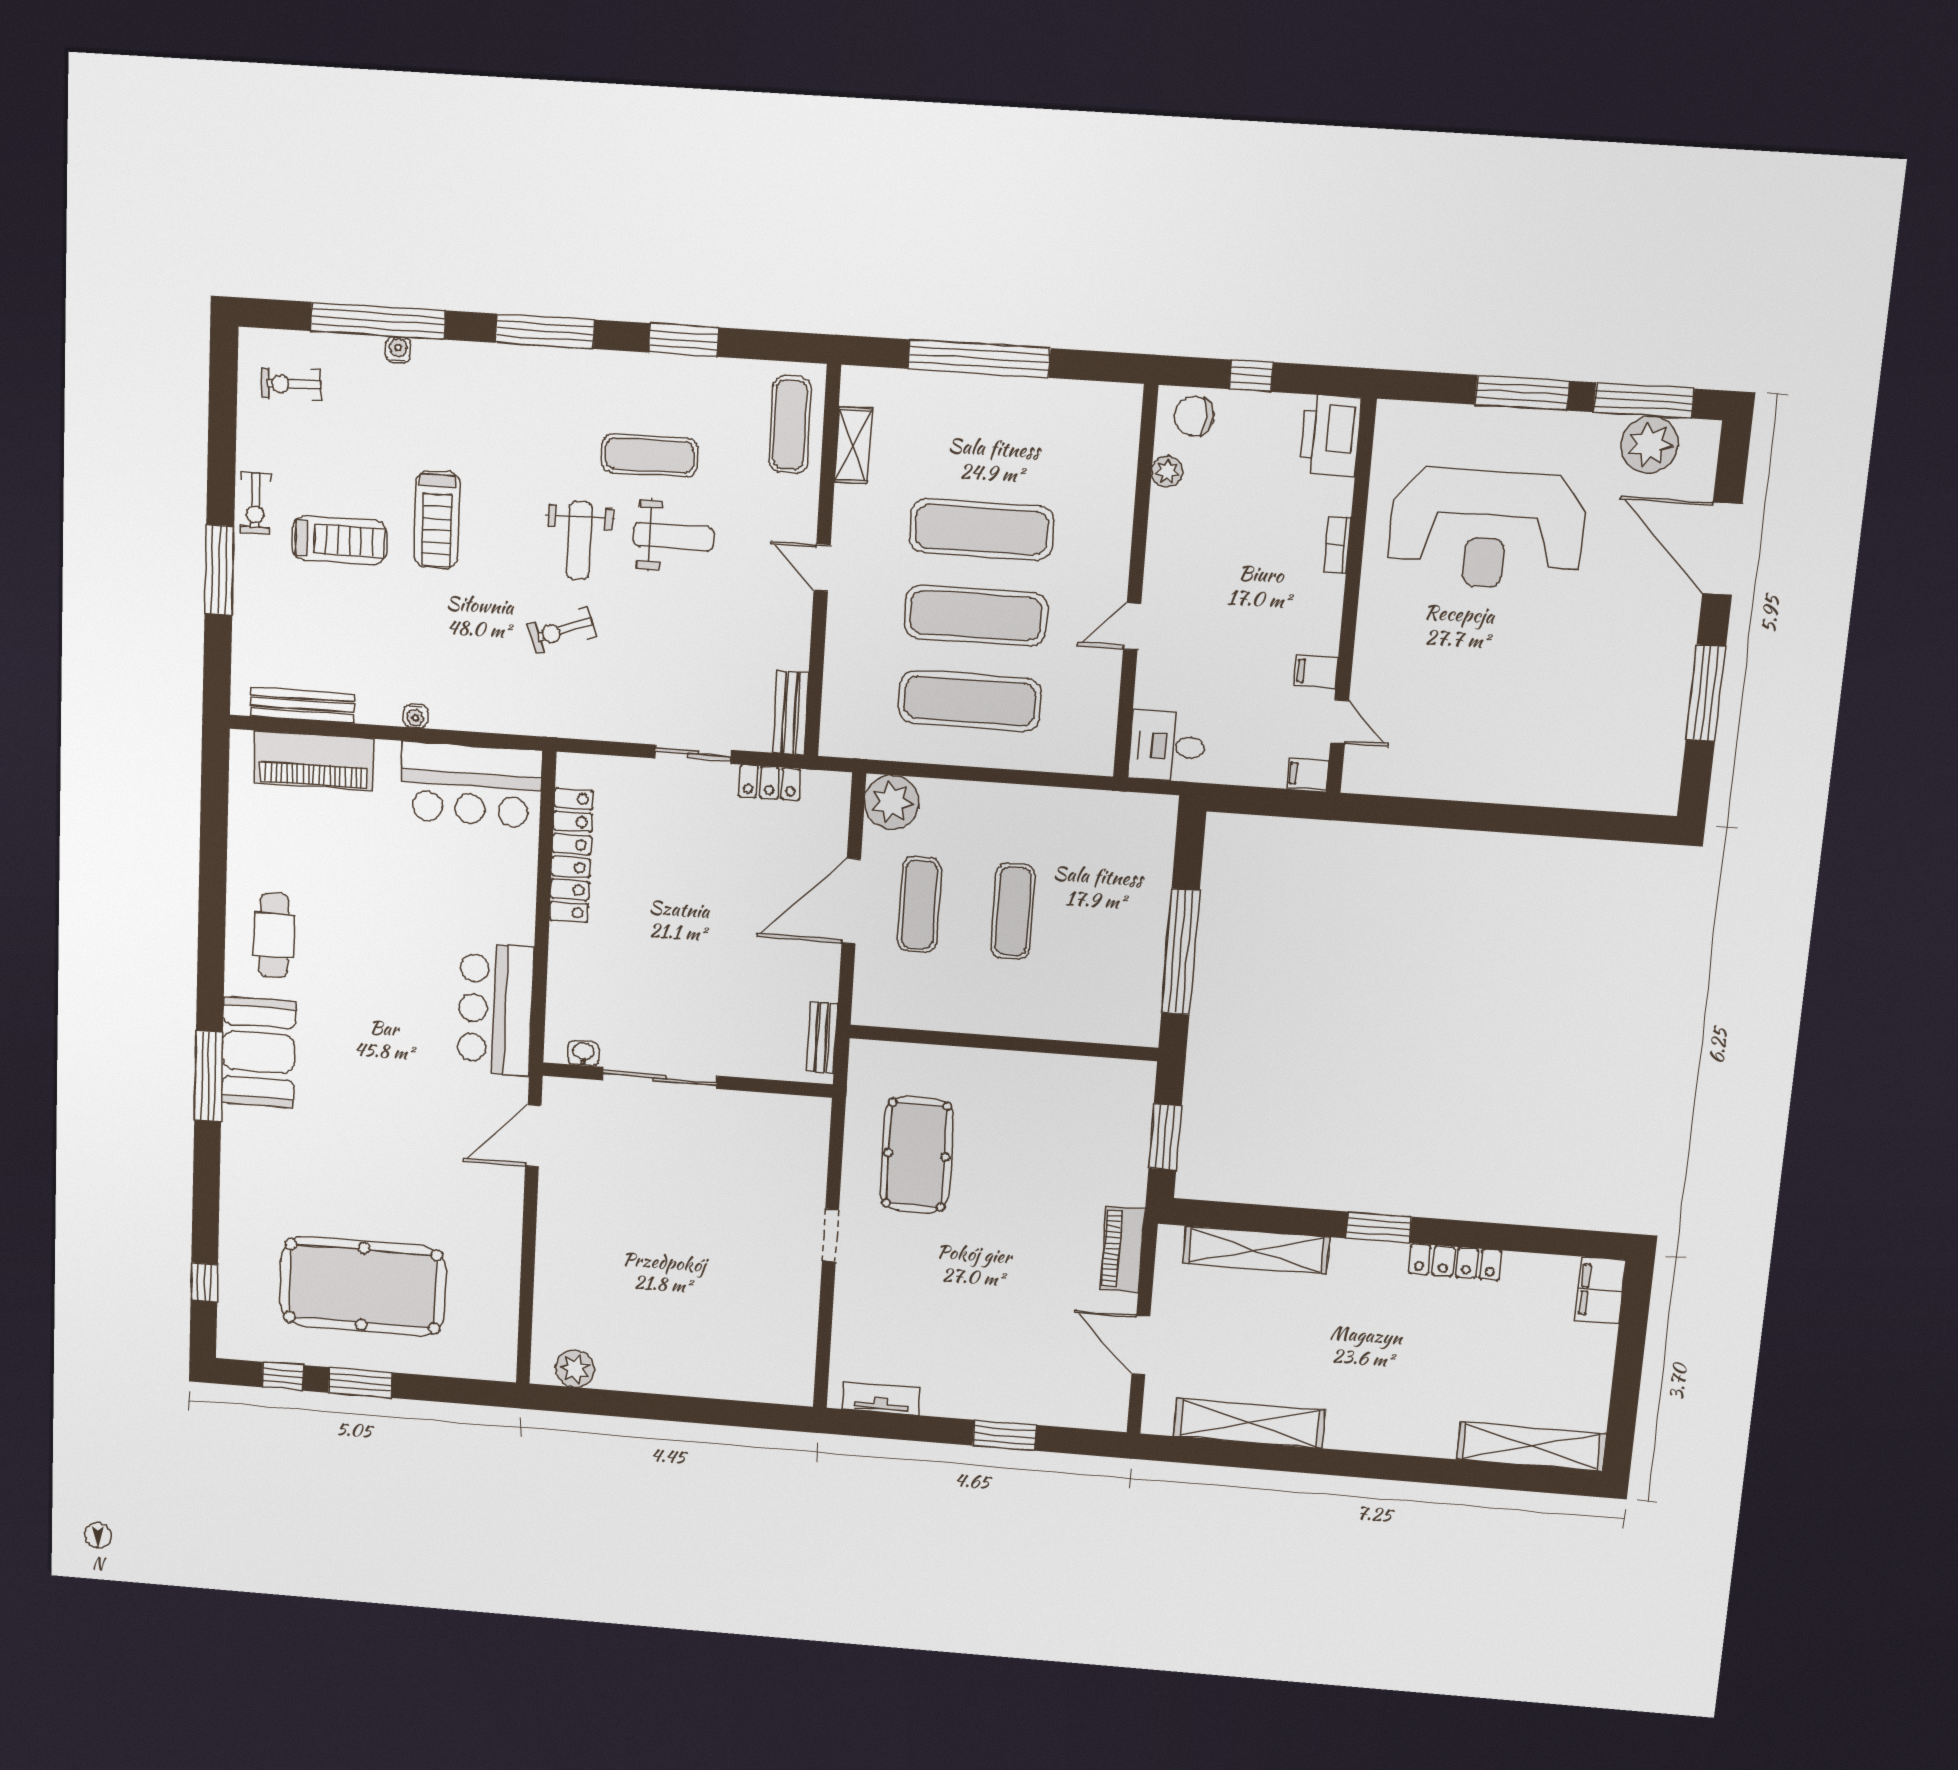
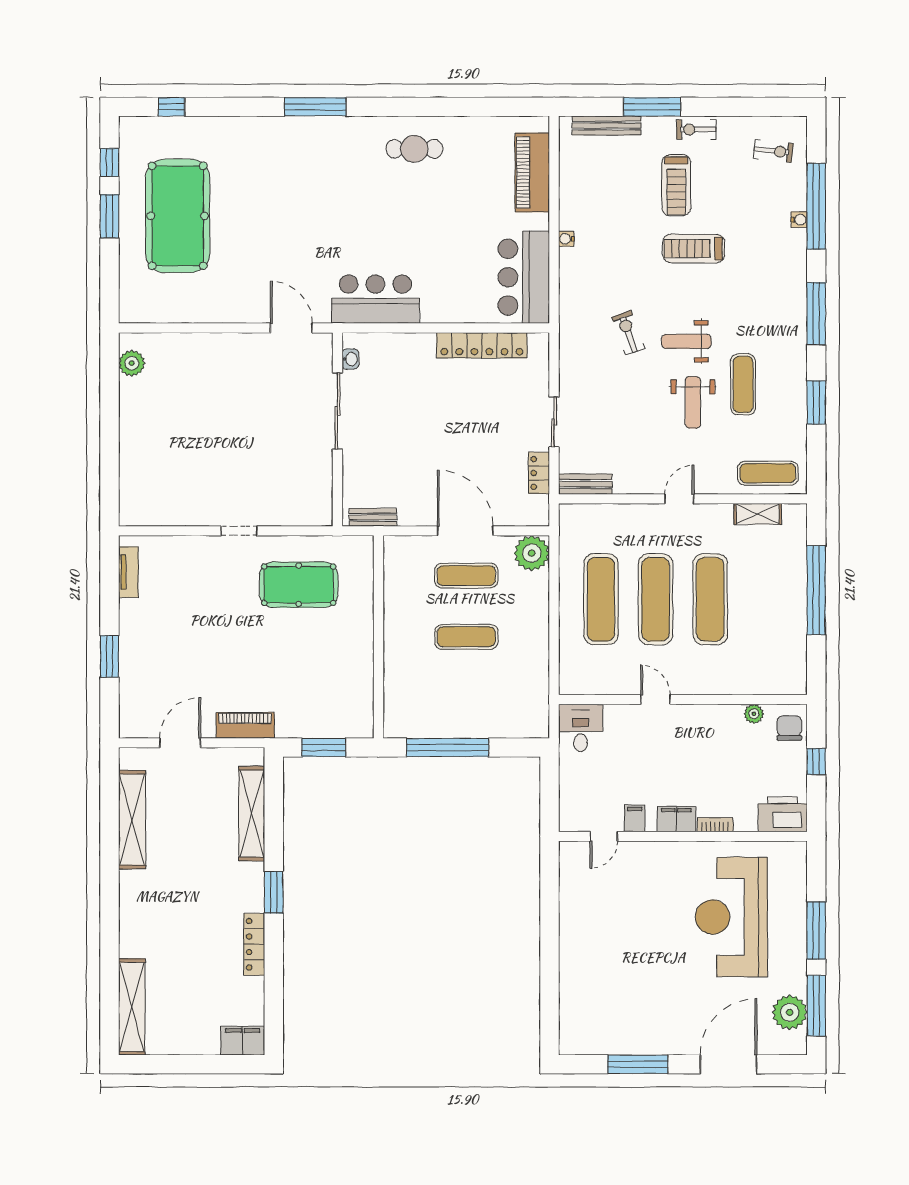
exercise bike: (291, 384) -> (773, 151), turned 98
bench: (302, 705) -> (607, 126), moved, turned 90
filing cabinet: (1308, 774) -> (676, 819), moved, width x2.00
booth: (259, 1052) -> (334, 140), removed

